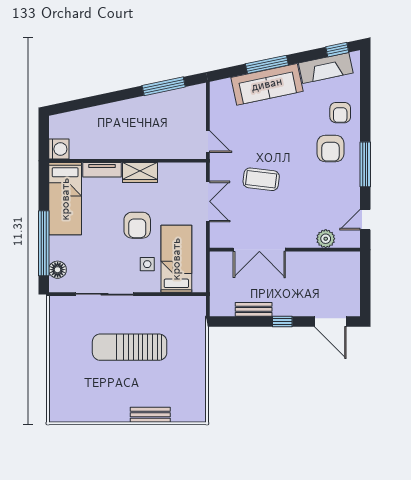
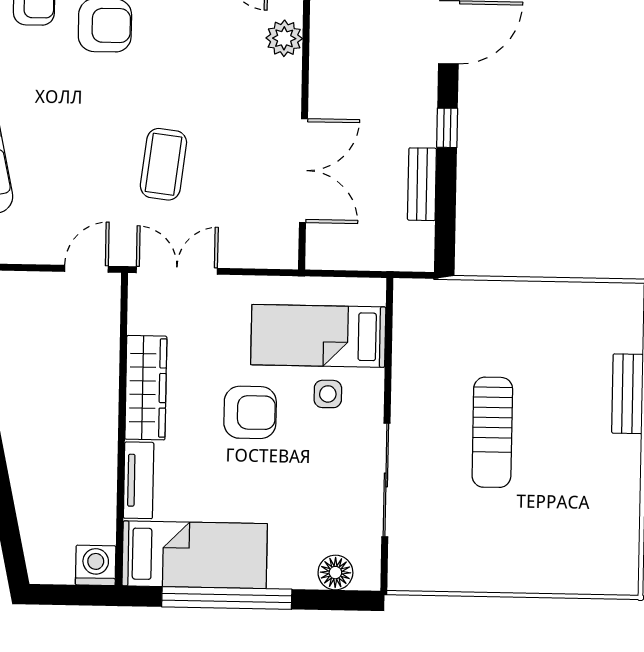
wardrobe: (140, 173) -> (146, 388), width x1.50
double door: (208, 201) -> (177, 271), moved
window: (44, 243) -> (227, 598), moved
sun lounger: (130, 347) -> (492, 432), width x0.73, depth x0.75

